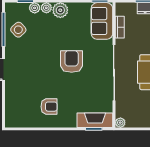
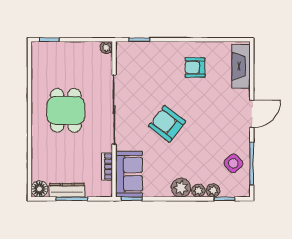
armchair: (72, 61) -> (167, 124), turned 128
fireplace: (95, 120) -> (241, 66), moved, turned 90

